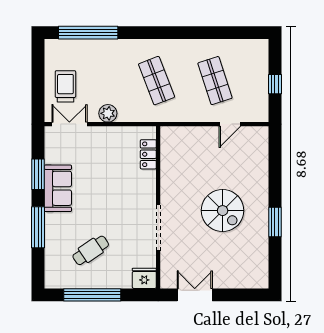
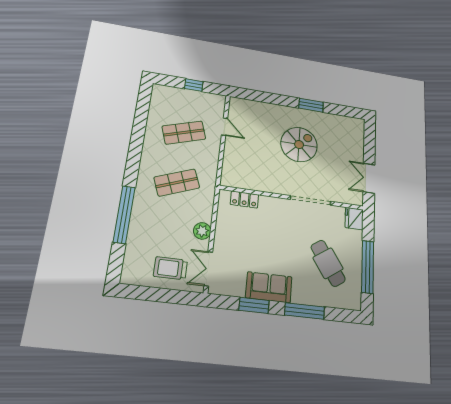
window: (88, 33) -> (124, 215), moved
cafe table: (91, 250) -> (328, 263), width x1.37, depth x1.35

